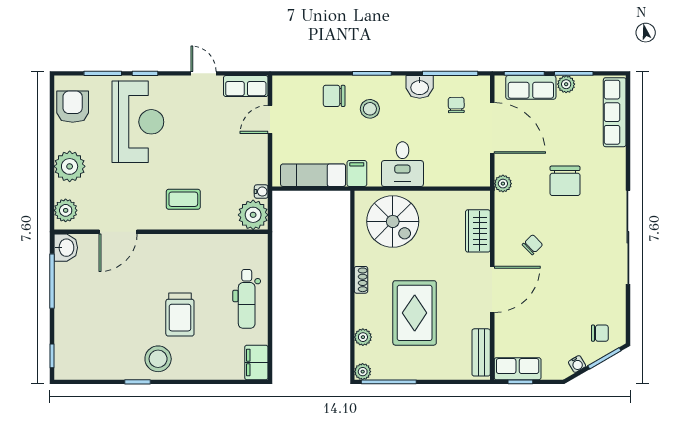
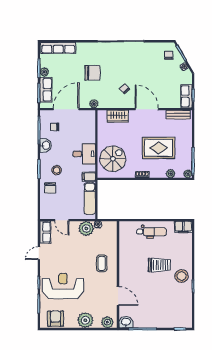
armchair: (73, 107) -> (56, 319), turned 90
plant: (253, 215) -> (86, 229), moved

